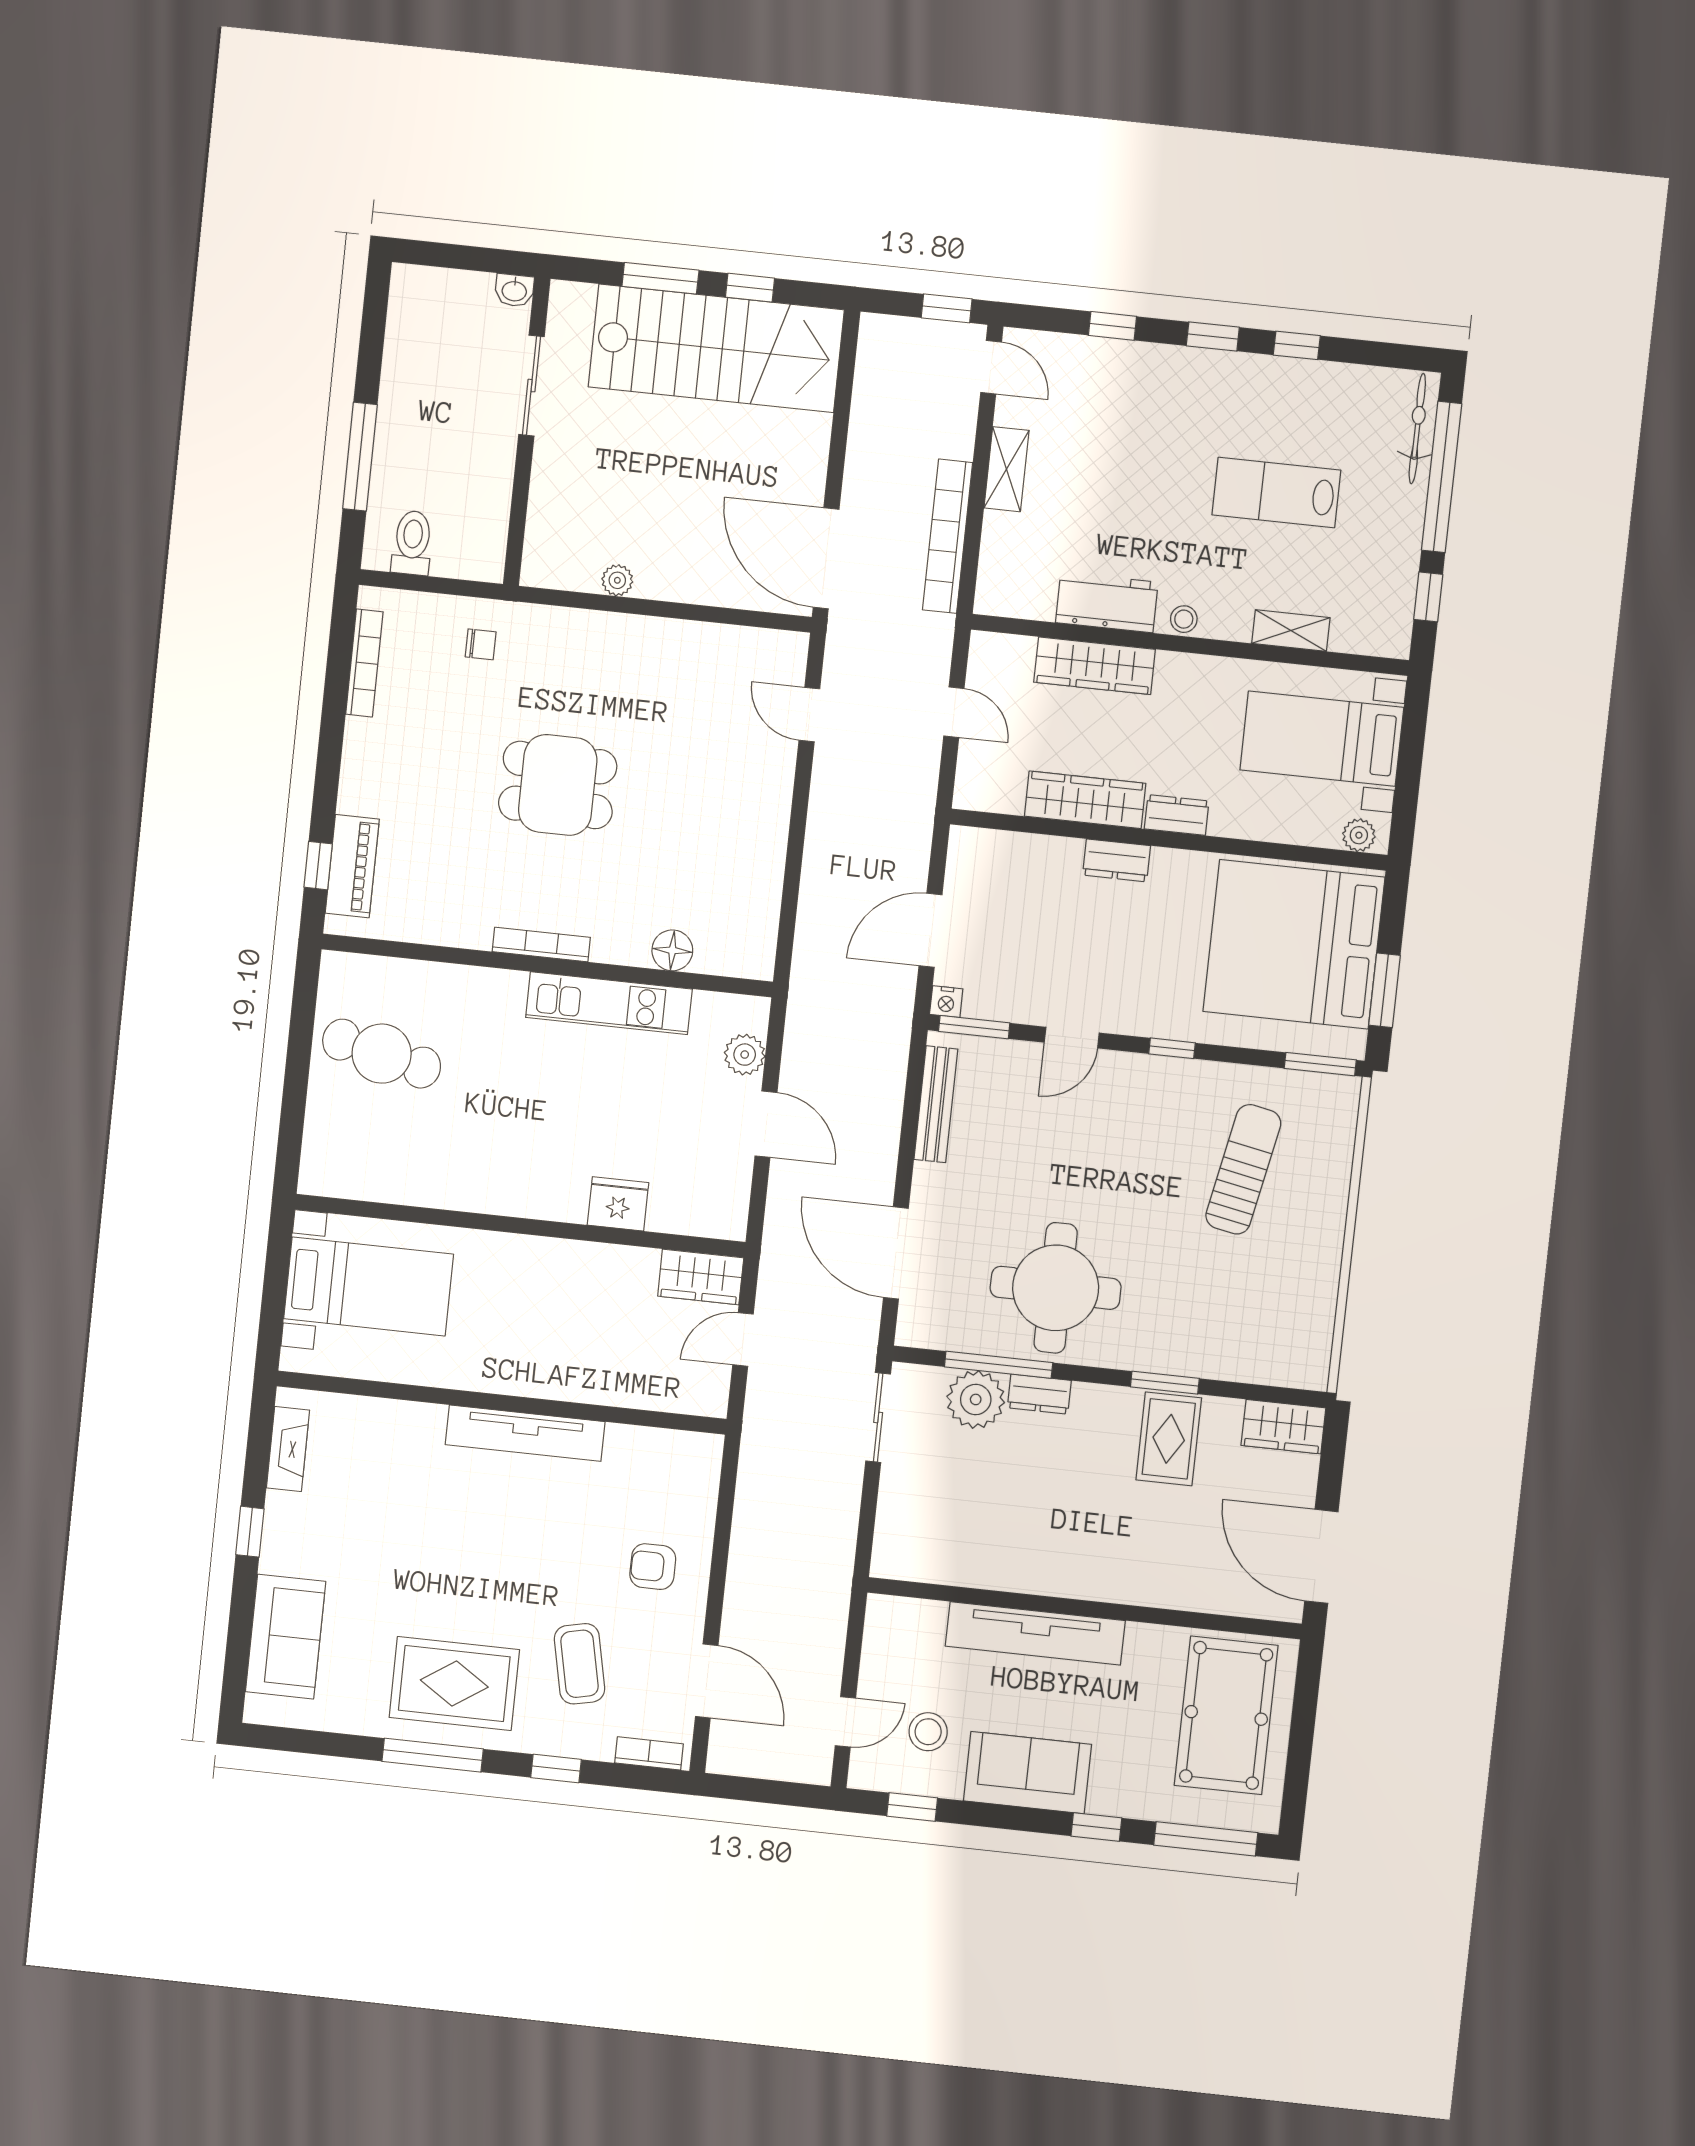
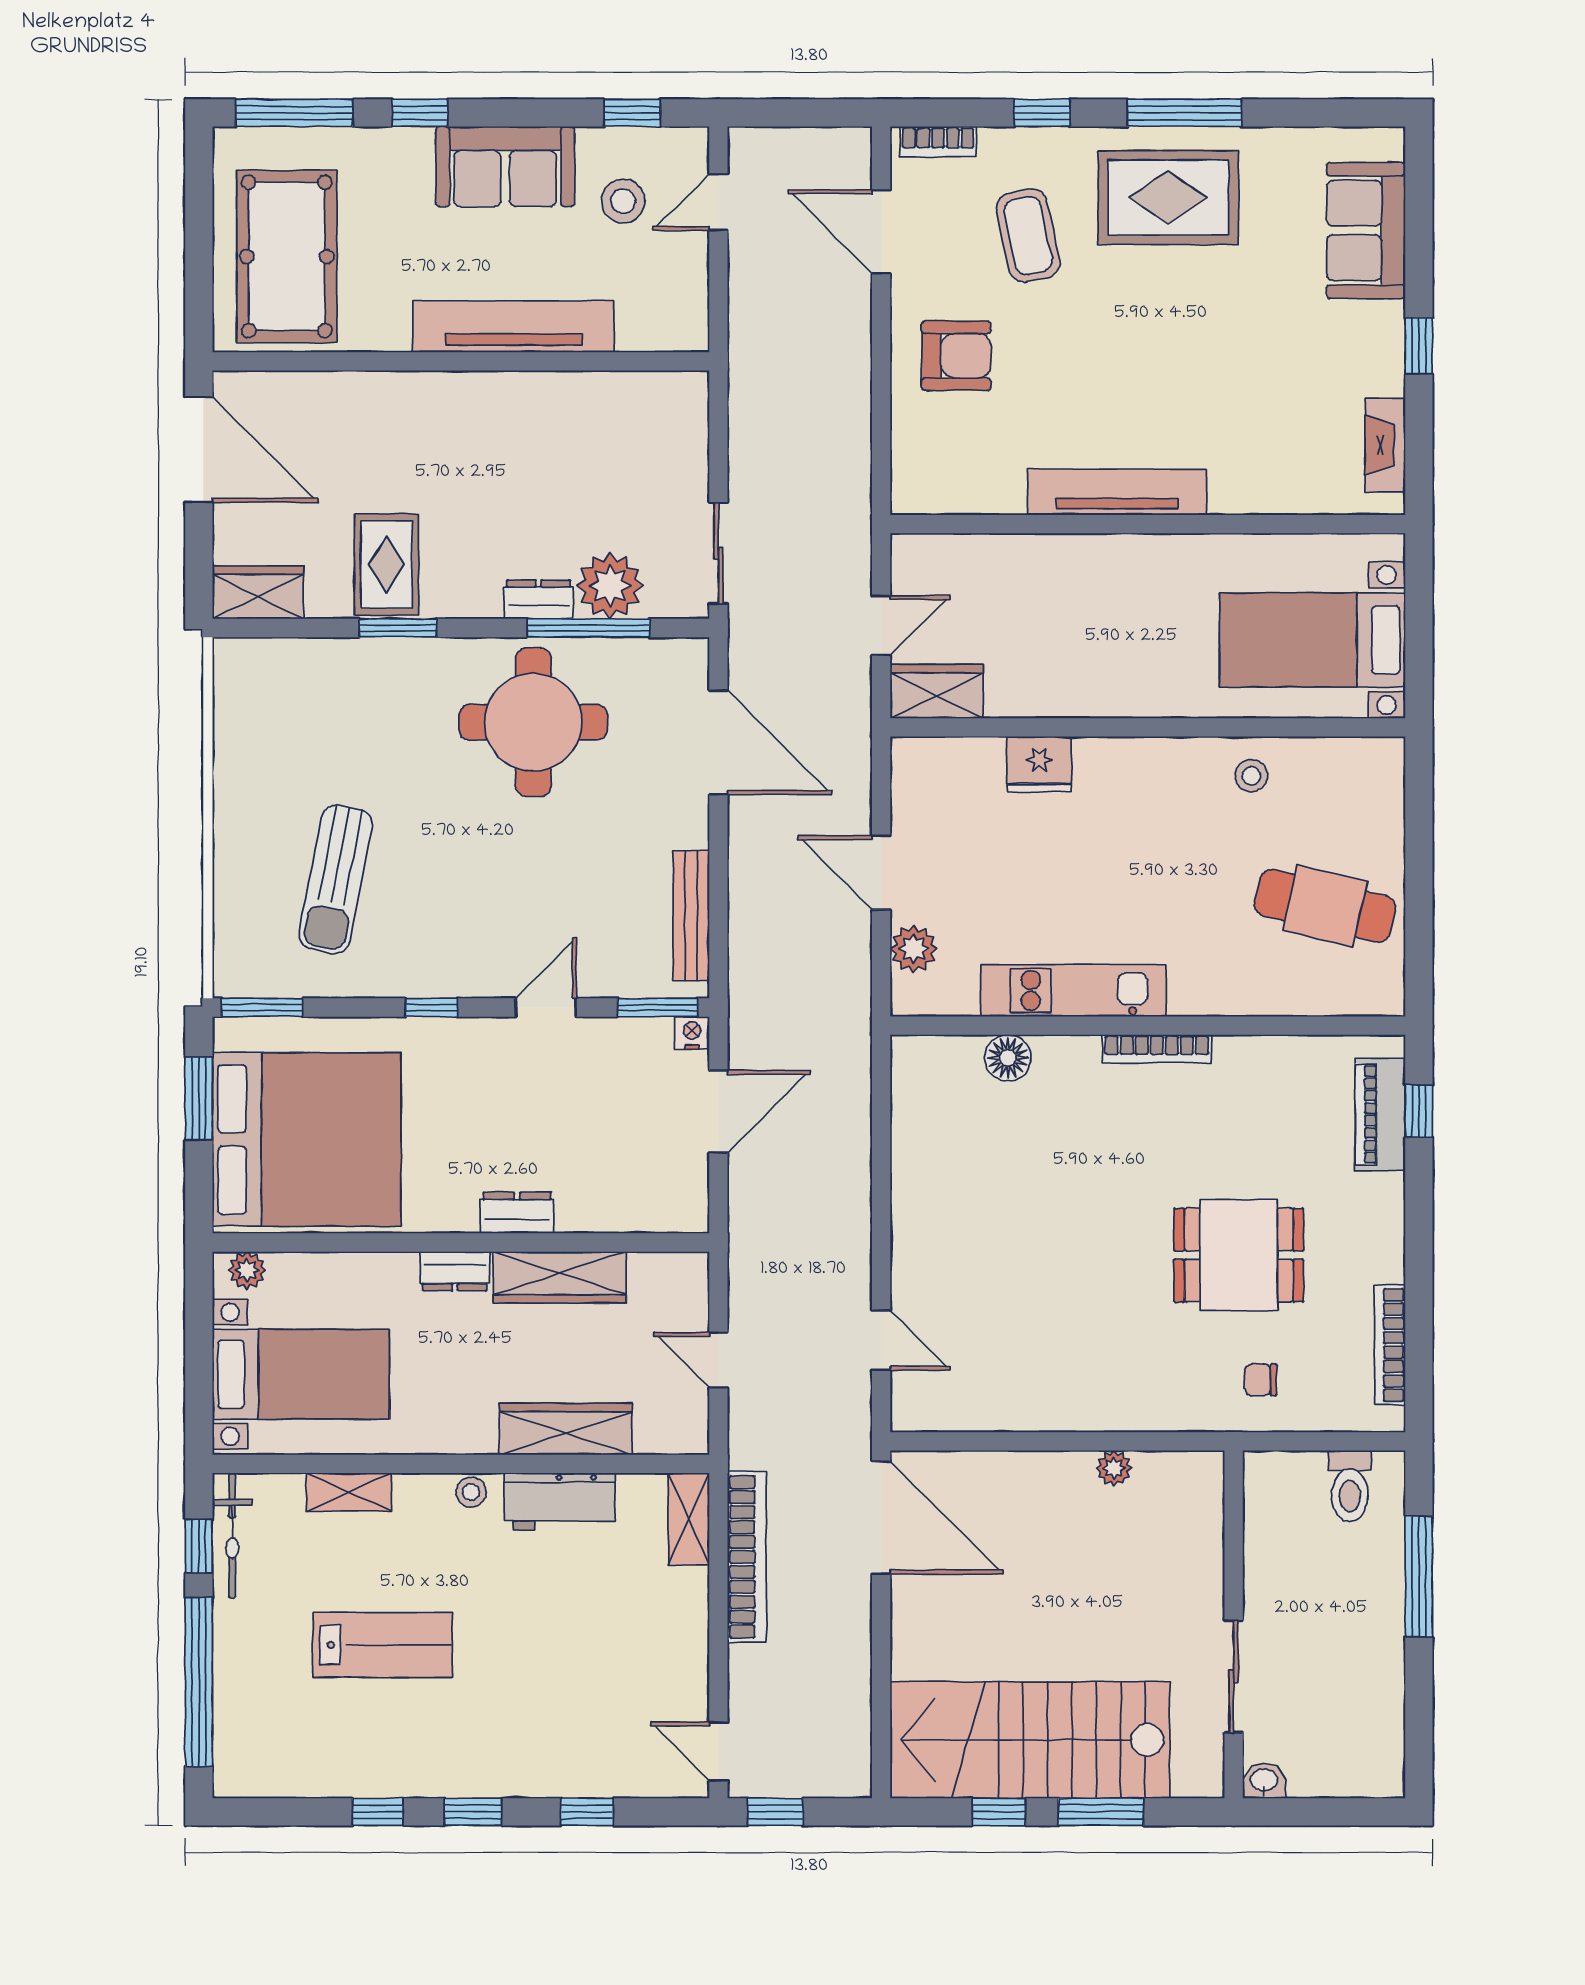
bicycle: (1417, 429) -> (232, 1535), moved
shelving: (1007, 469) -> (689, 1519), moved
dining table: (558, 785) -> (1239, 1255), moved
stool: (434, 1174) -> (1251, 776), added
armchair: (653, 1567) -> (956, 356), width x1.38, depth x1.38

